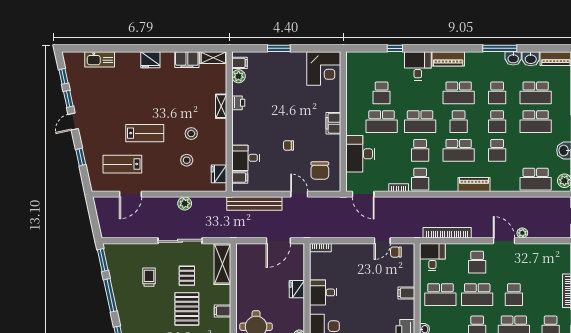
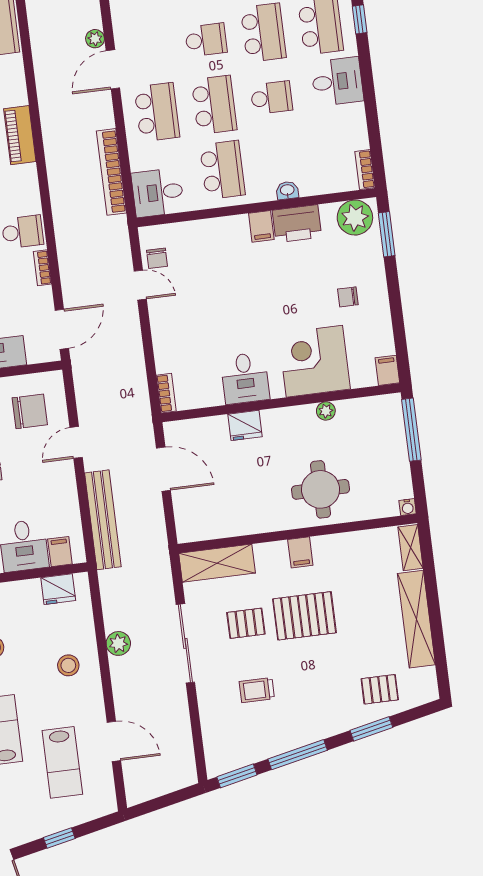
stool: (187, 160) -> (68, 665), moved
school desk: (477, 262) -> (157, 112), width x1.85
filing cabinet: (406, 293) -> (261, 226), moved

